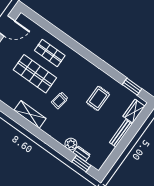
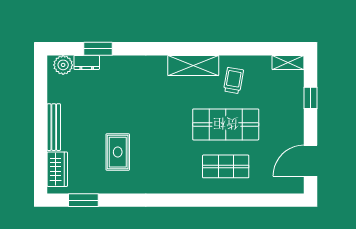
trolley: (60, 100) -> (233, 80), moved
plant: (71, 144) -> (63, 65), moved
window: (81, 164) -> (98, 49), moved

